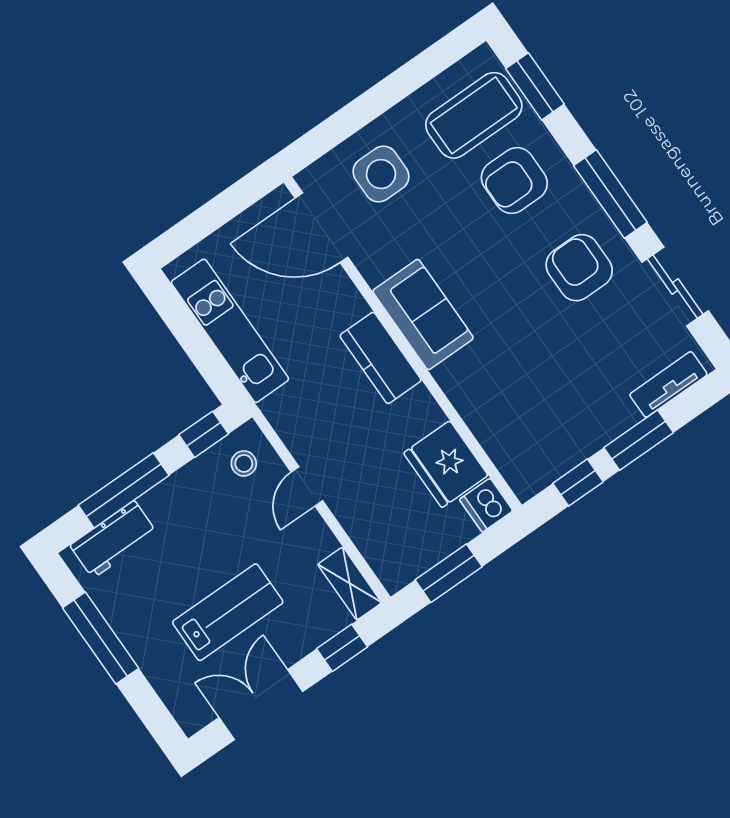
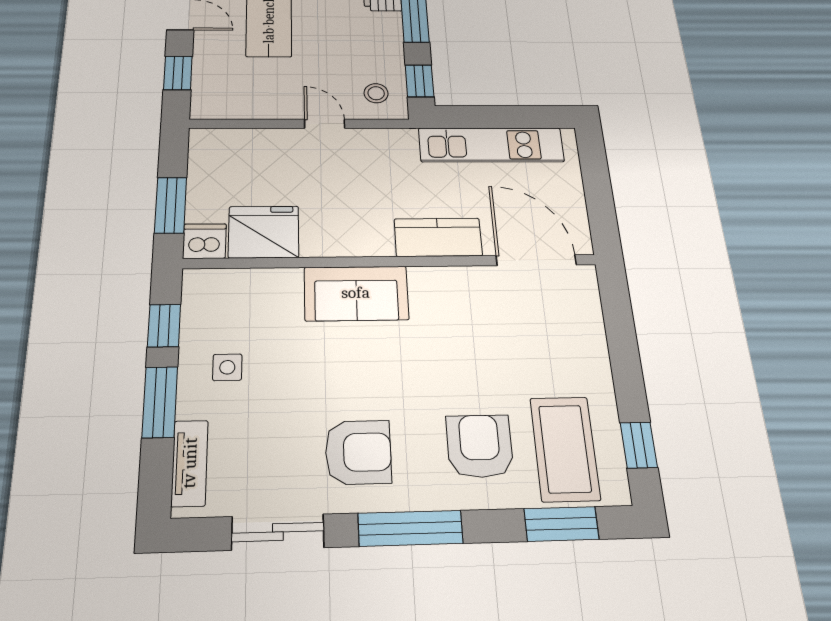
window: (434, 61) -> (639, 445), added
side table: (381, 174) -> (227, 367), moved, width x0.54, depth x0.54
door: (321, 228) -> (536, 260), hinge flipped
sofa: (423, 314) -> (356, 293), moved
kitchen counter: (381, 358) -> (438, 237), moved
window: (449, 573) -> (171, 205), moved
shelving: (350, 583) -> (223, 107), removed

